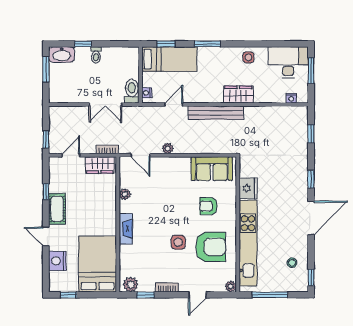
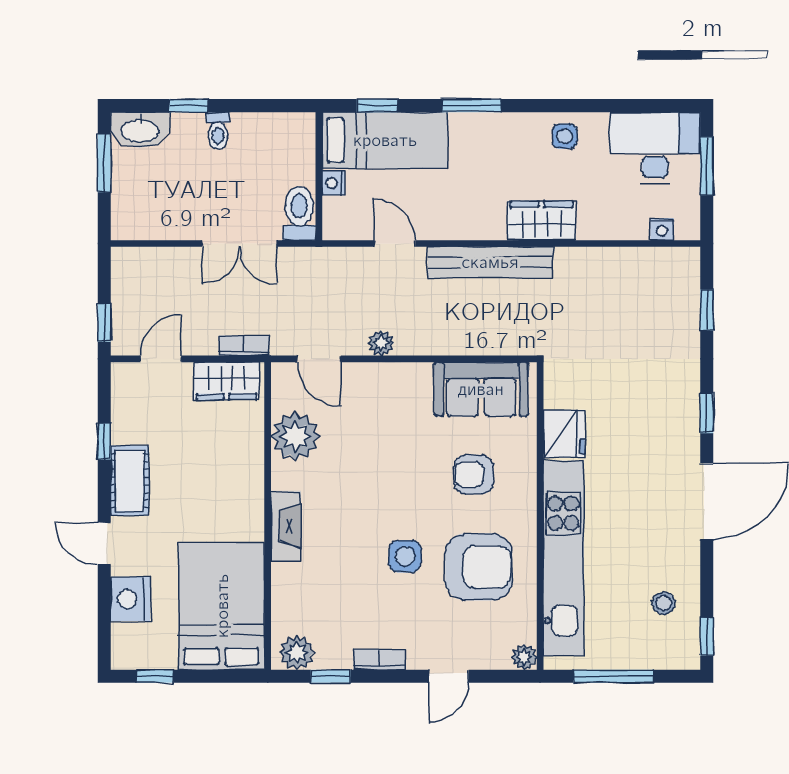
nightstand: (147, 93) -> (334, 183), moved
door: (174, 105) -> (395, 243), hinge flipped
plant: (125, 194) -> (295, 436), width x1.87, depth x1.87

